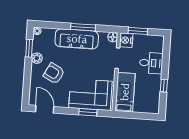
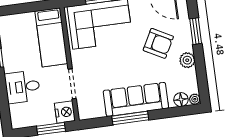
floor lamp: (113, 37) -> (181, 100), moved
window: (29, 48) -> (196, 31), moved

